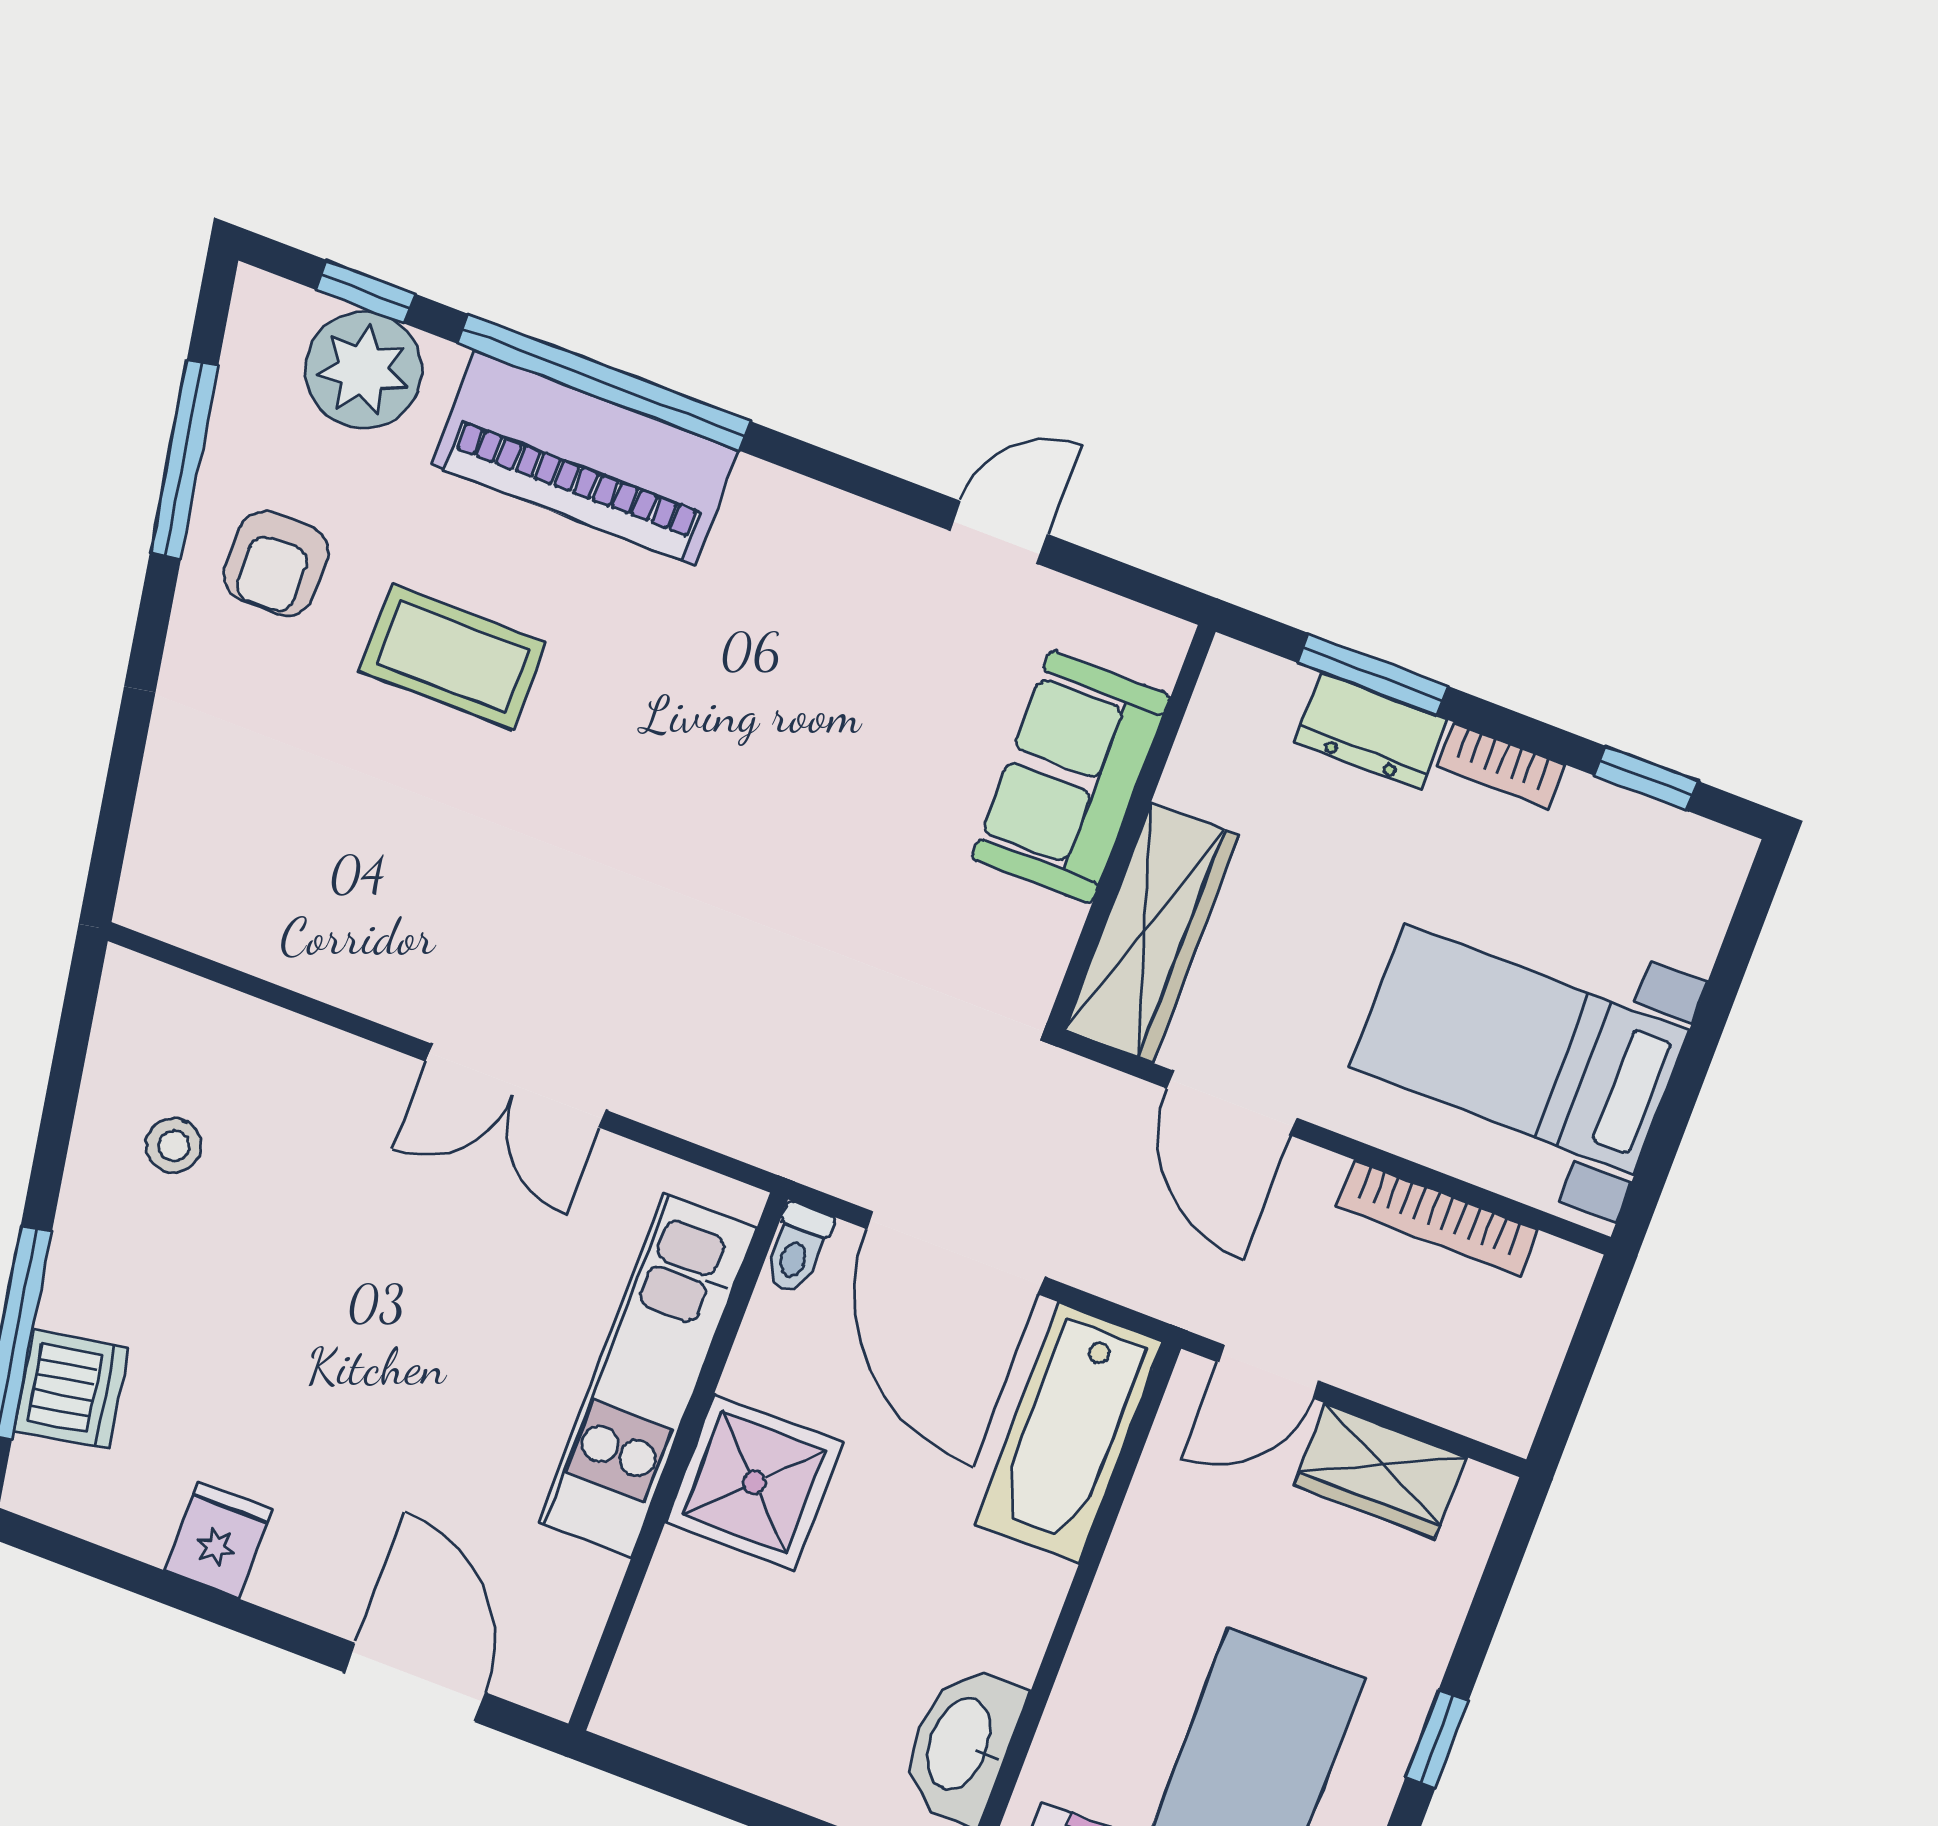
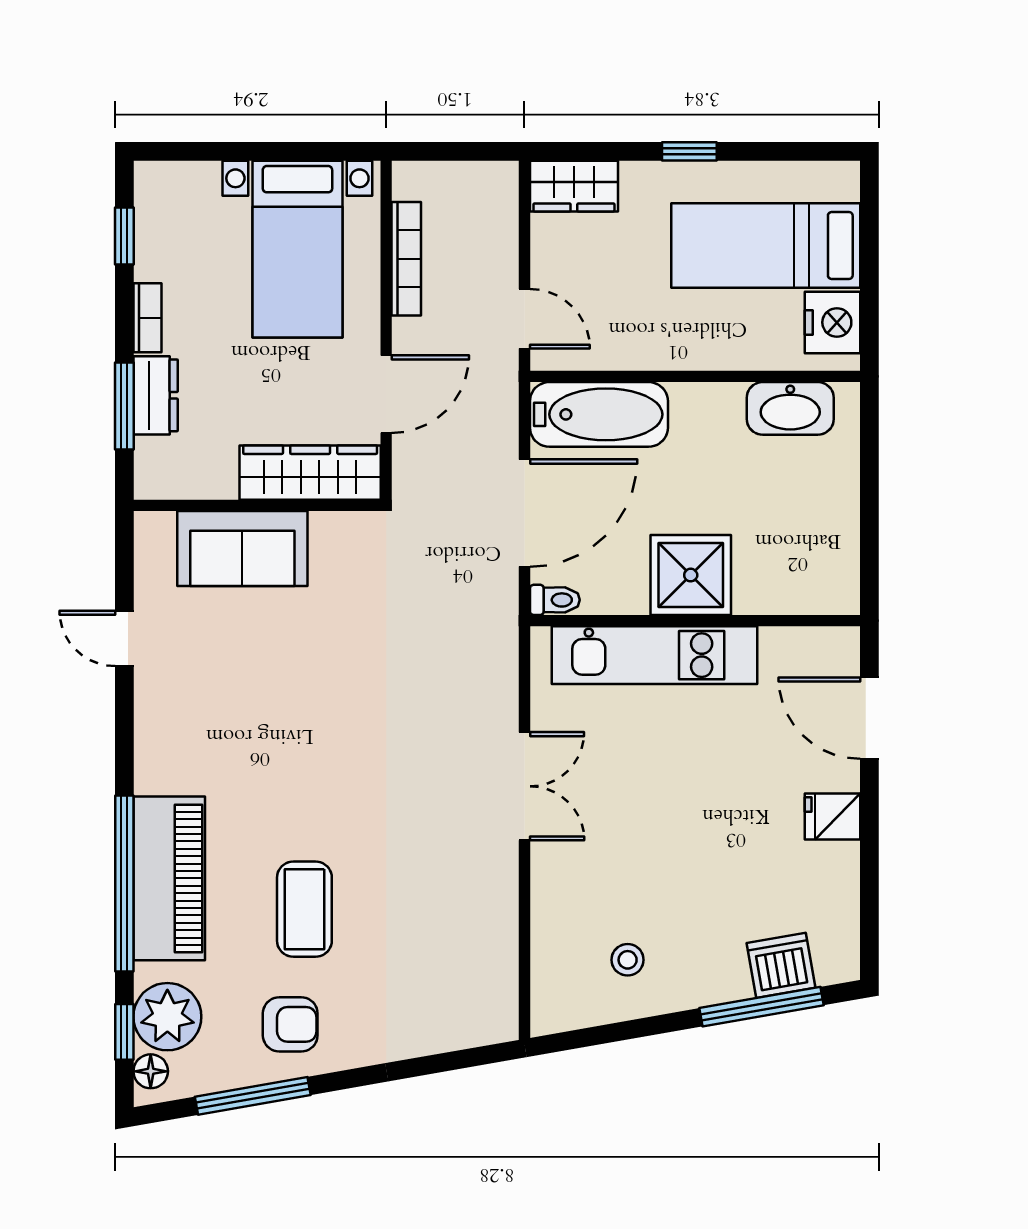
floor lamp: (286, 310) -> (151, 1071), added
wardrobe: (1380, 1471) -> (574, 186), moved, turned 90
fridge: (219, 1540) -> (832, 817), moved
door: (415, 1682) -> (869, 718), hinge flipped

